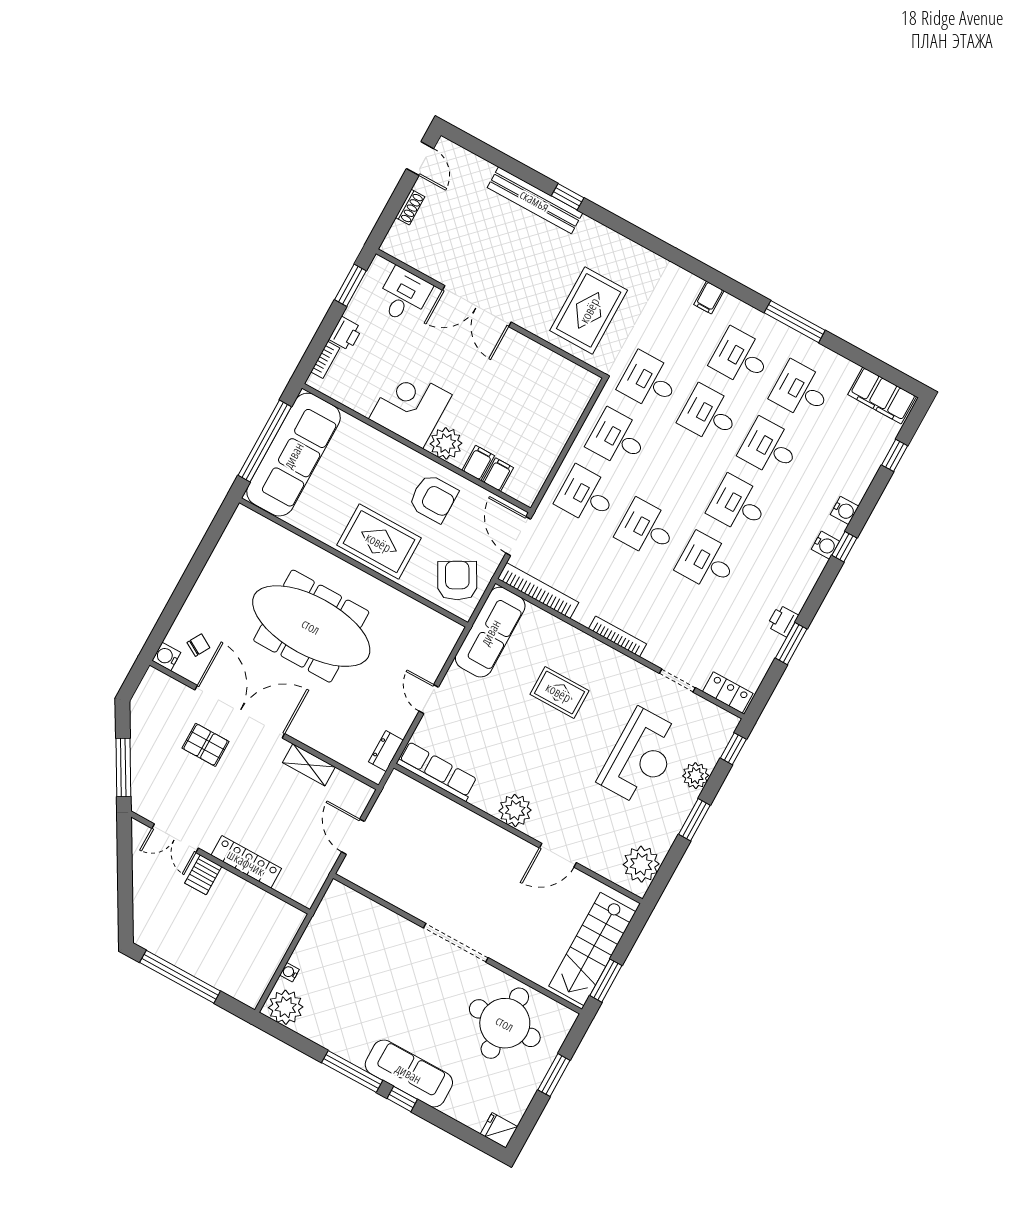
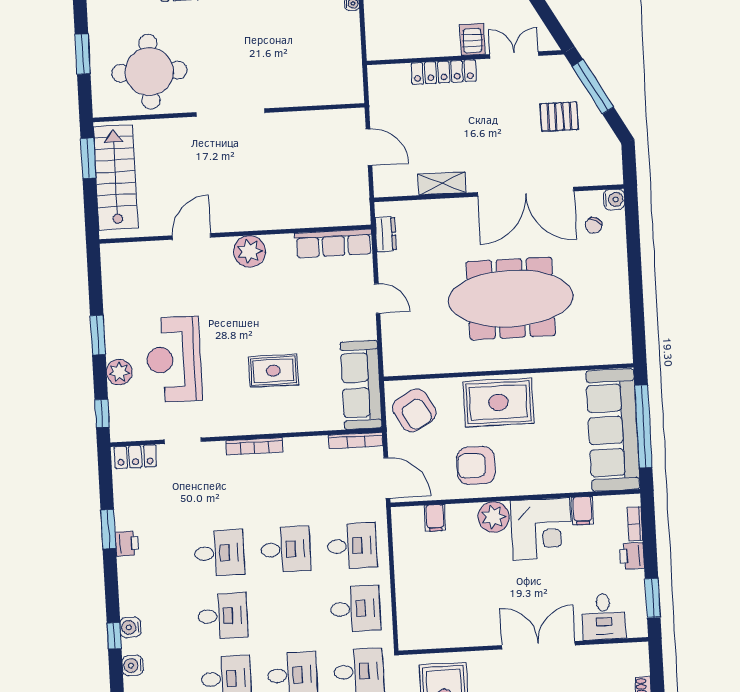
filing cabinet: (478, 463) -> (583, 511), moved
bookcase: (538, 591) -> (356, 441), width x0.68, depth x0.76
pallet: (206, 745) -> (559, 117), moved
plant: (641, 864) -> (119, 272), removed

